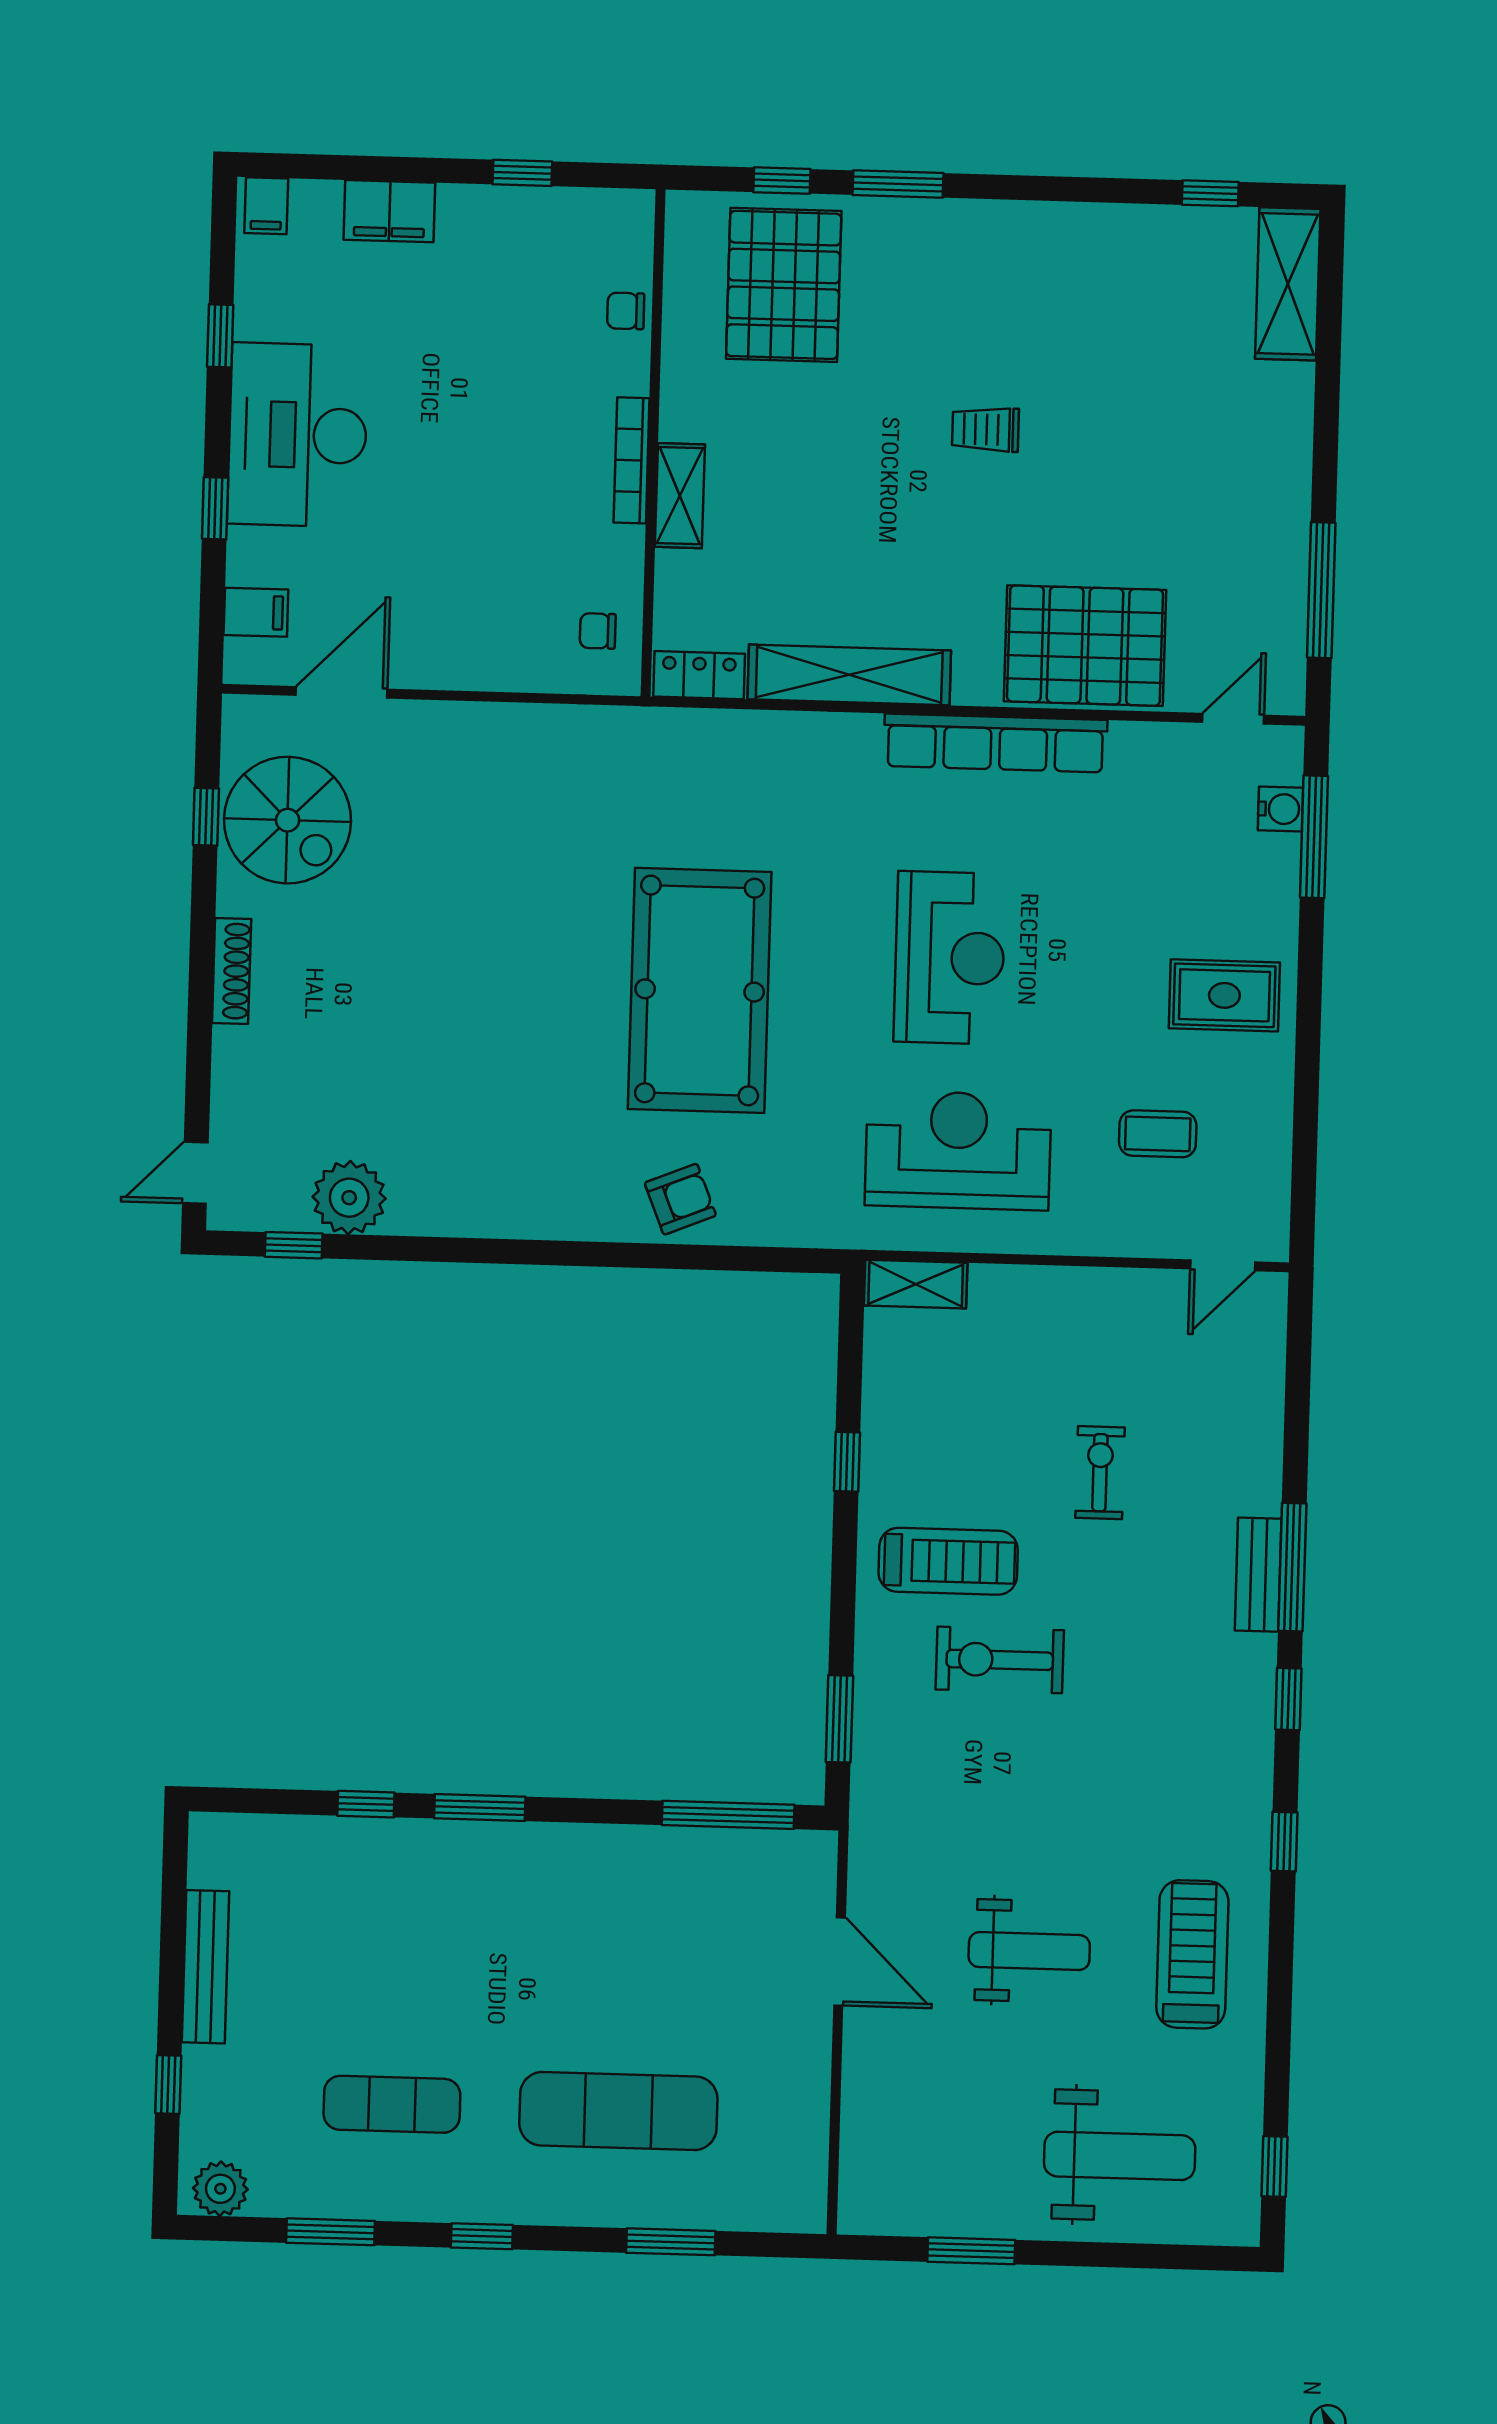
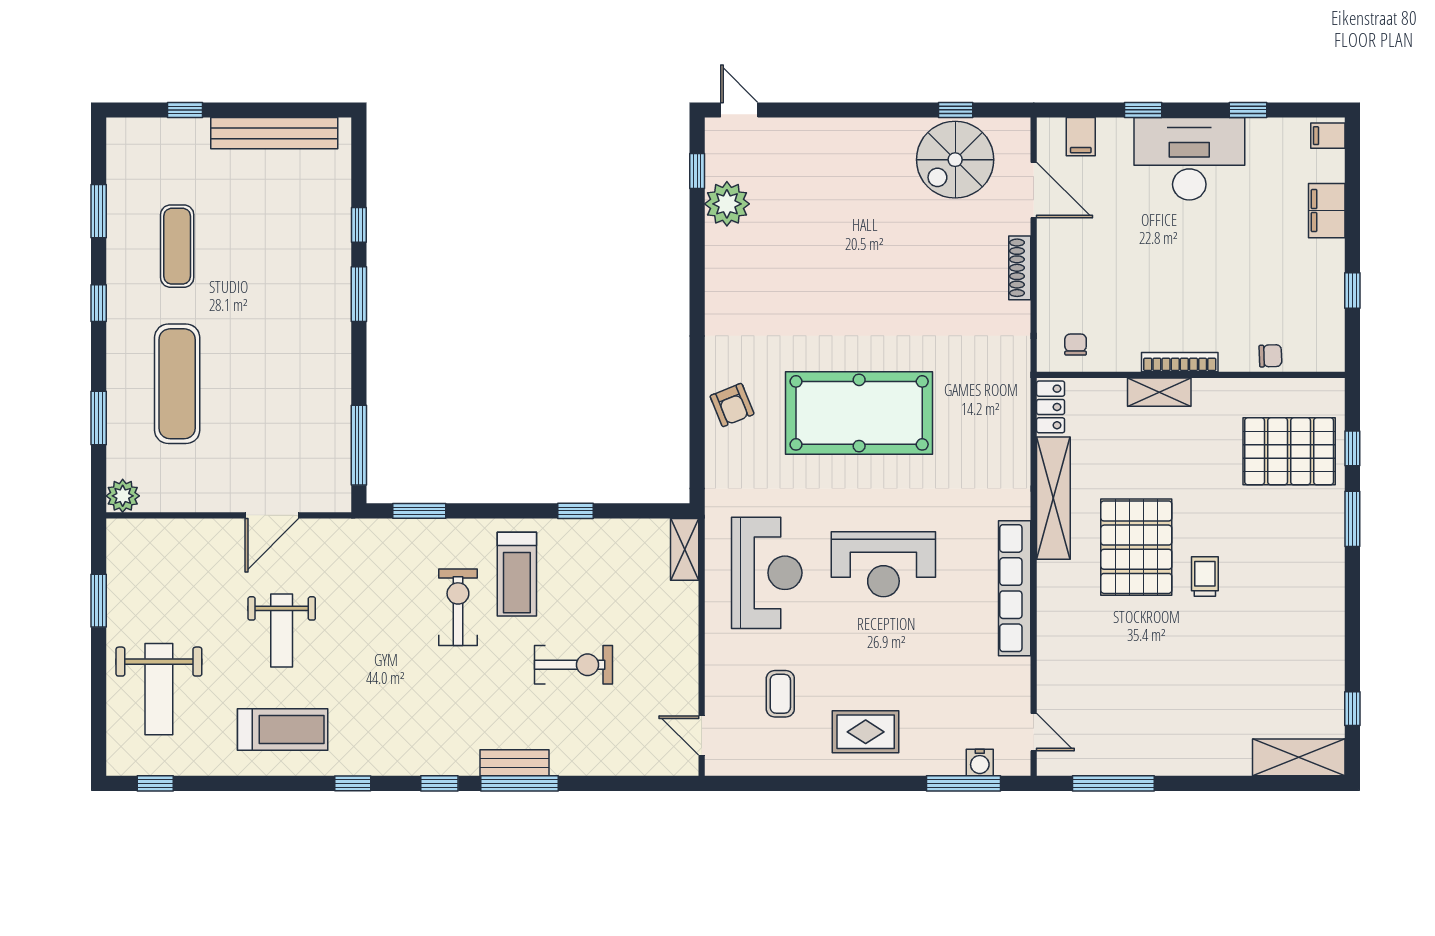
chair: (626, 311) -> (1270, 356), turned 88
pallet: (1085, 646) -> (1136, 547), moved
shoe rack: (232, 971) -> (1020, 268), moved, turned 90
rug: (1224, 995) -> (866, 732), turned 90
exercise bike: (1100, 1473) -> (573, 665), width x1.38, depth x1.39
bench: (205, 1967) -> (274, 133), width x1.37, depth x1.21
plant: (220, 2189) -> (123, 496), moved

